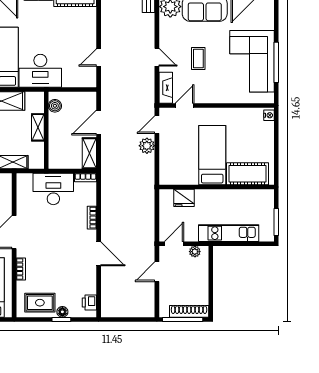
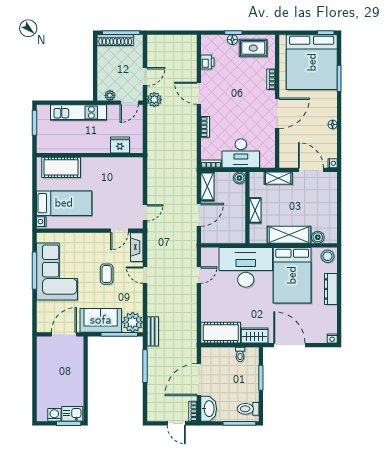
desk: (40, 71) -> (246, 267), width x1.36, depth x1.30
boiler: (55, 106) -> (239, 178), moved
plant: (147, 146) -> (154, 100), moved
bed: (212, 155) -> (64, 203), moved, turned -90
printer: (89, 302) -> (207, 62), moved

